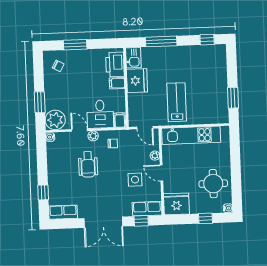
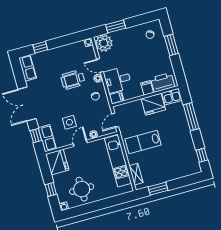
lab bench: (177, 102) -> (143, 142), turned 180
shelving: (211, 119) -> (136, 174), added
door: (79, 130) -> (100, 65), swing flipped

